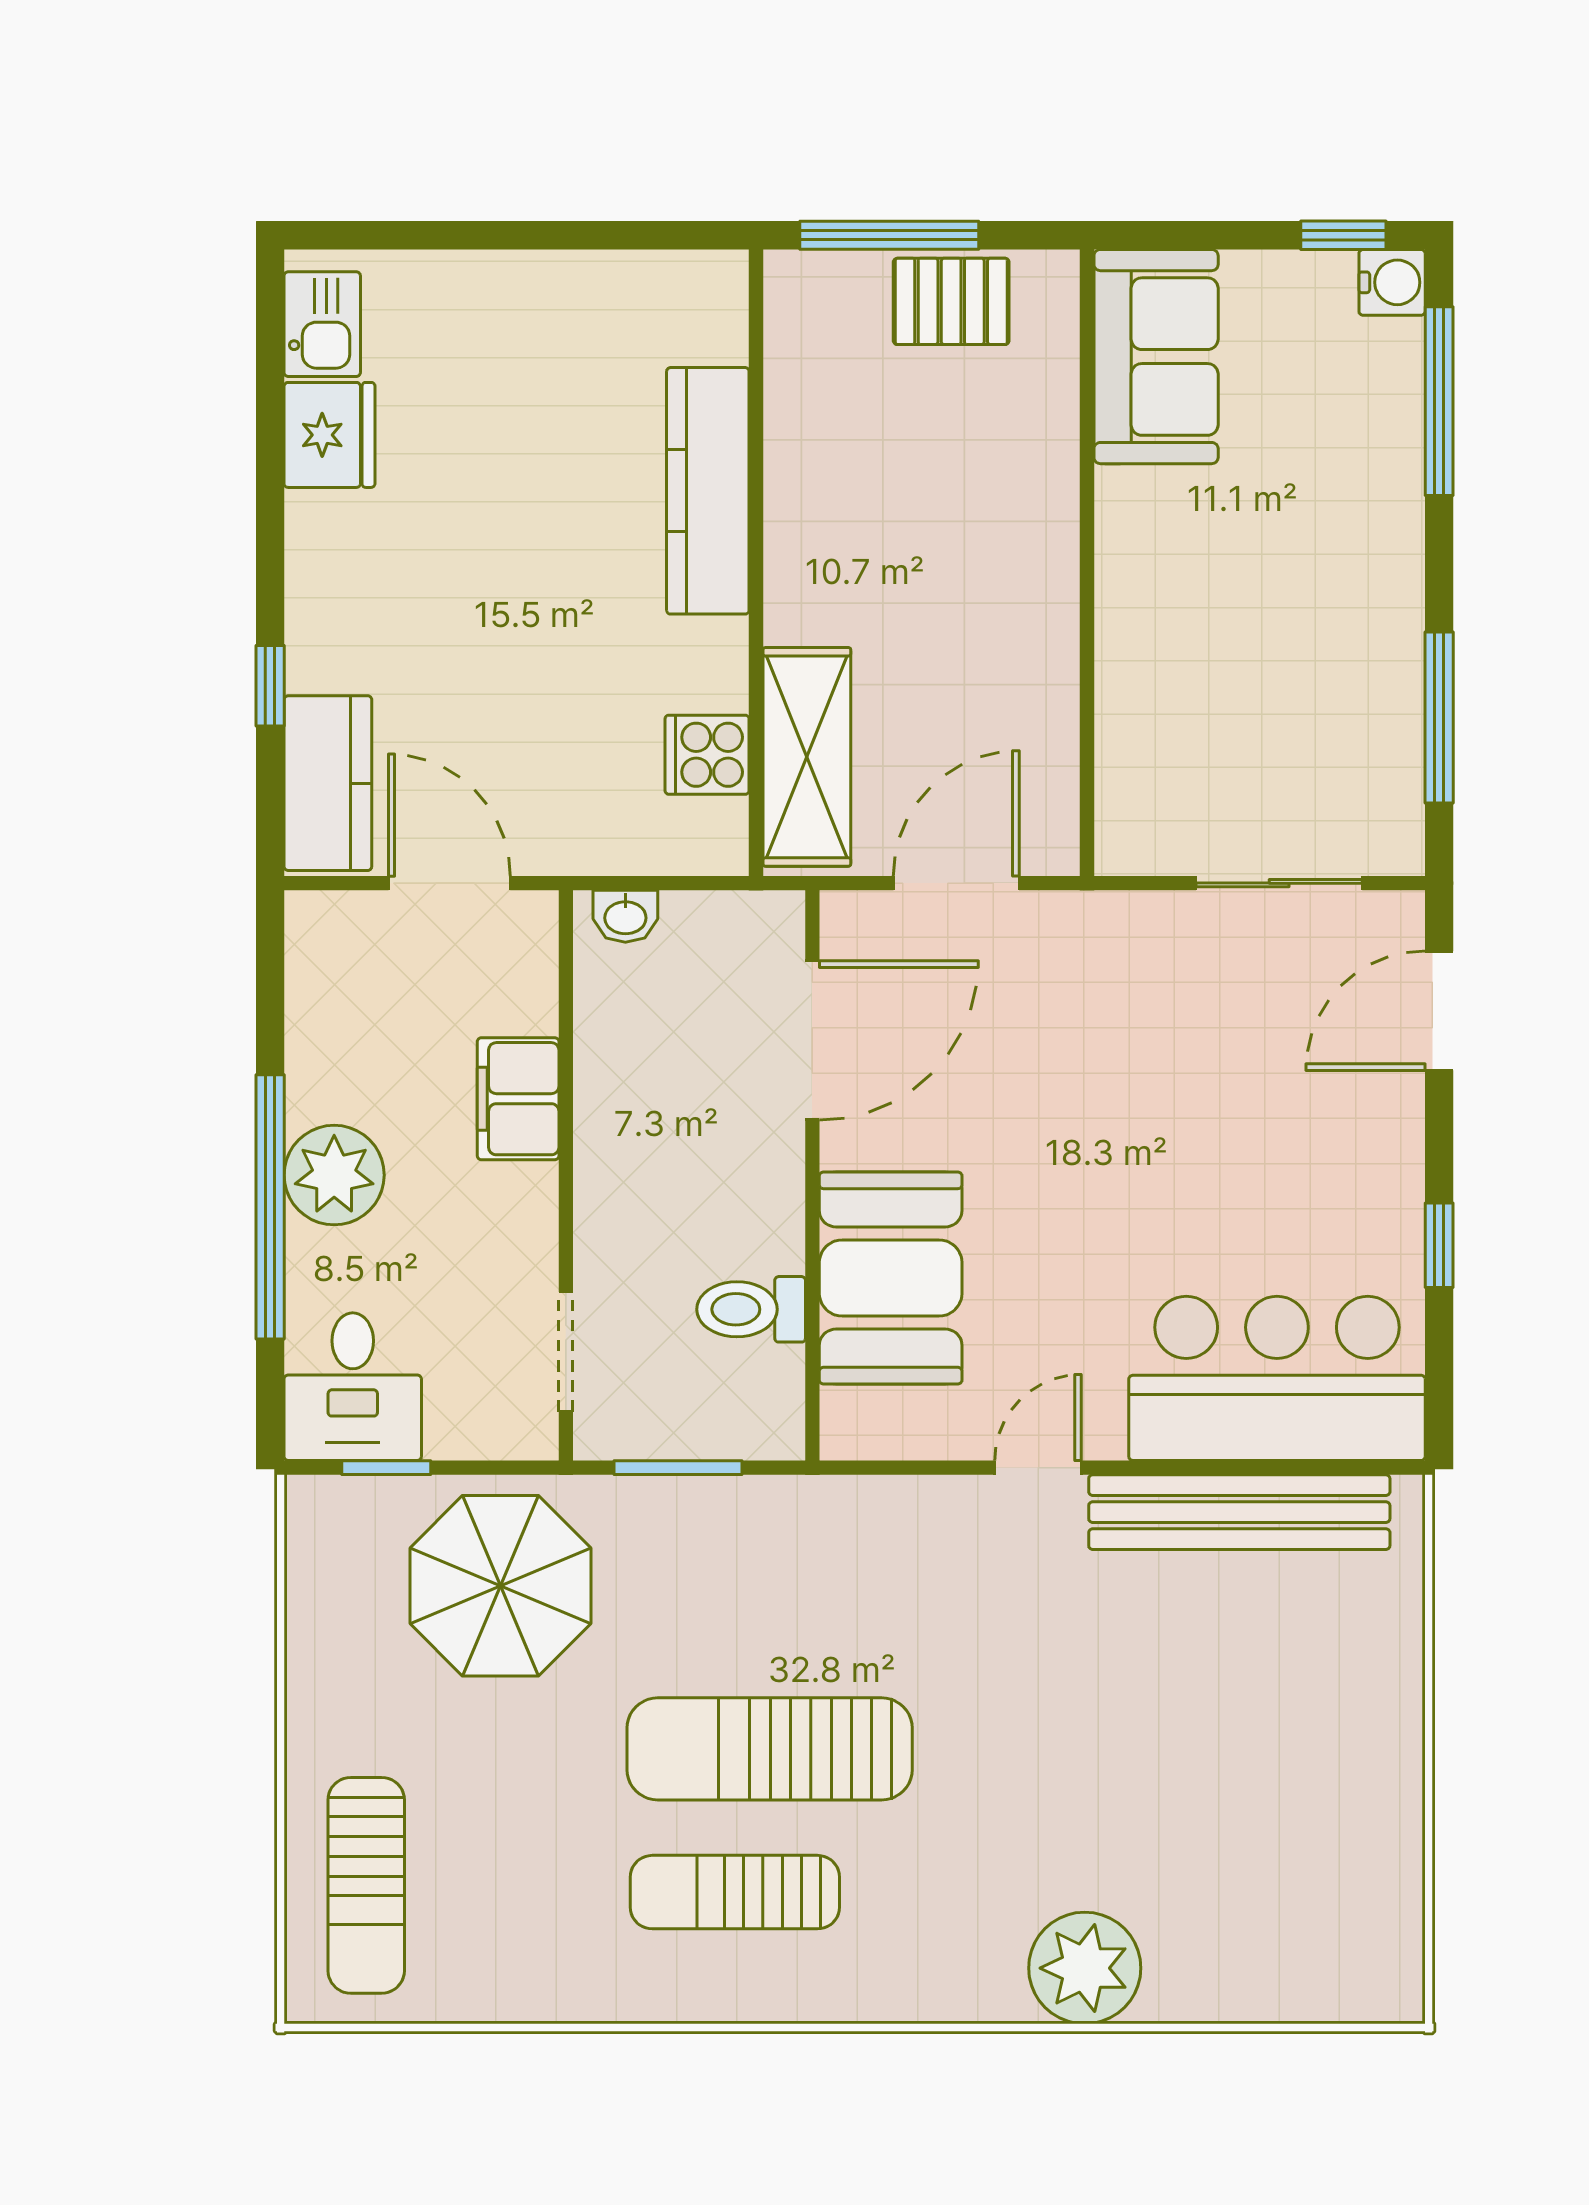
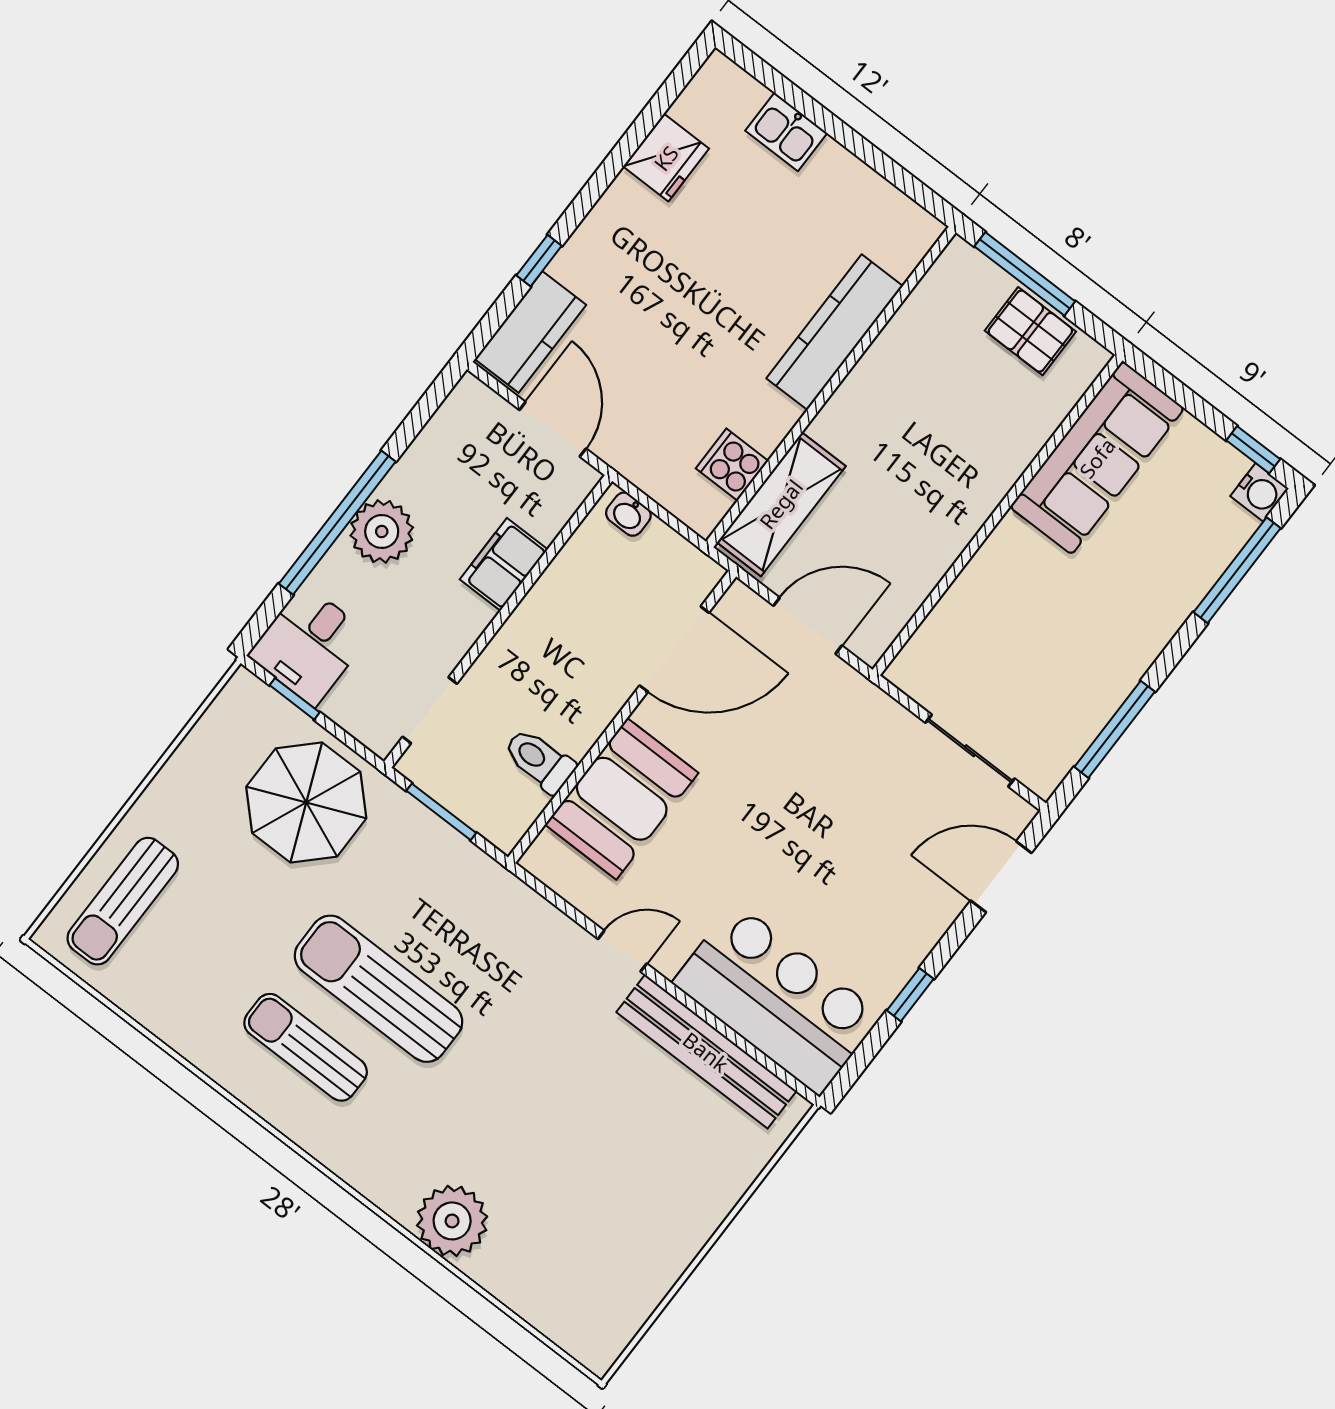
kitchen sink: (322, 324) -> (786, 132), moved, turned 90
sofa: (1156, 357) -> (1097, 458), width x1.36

